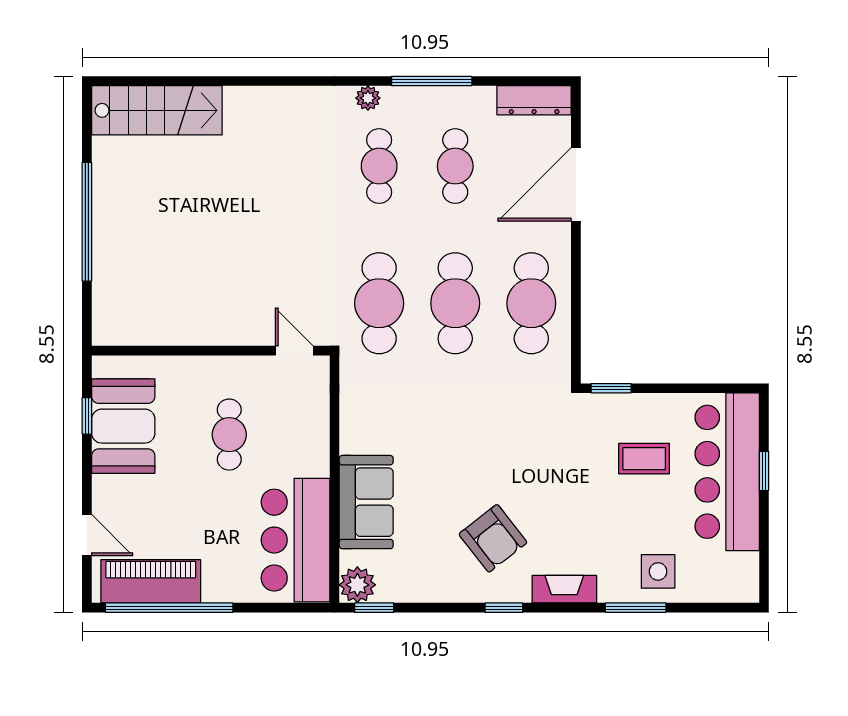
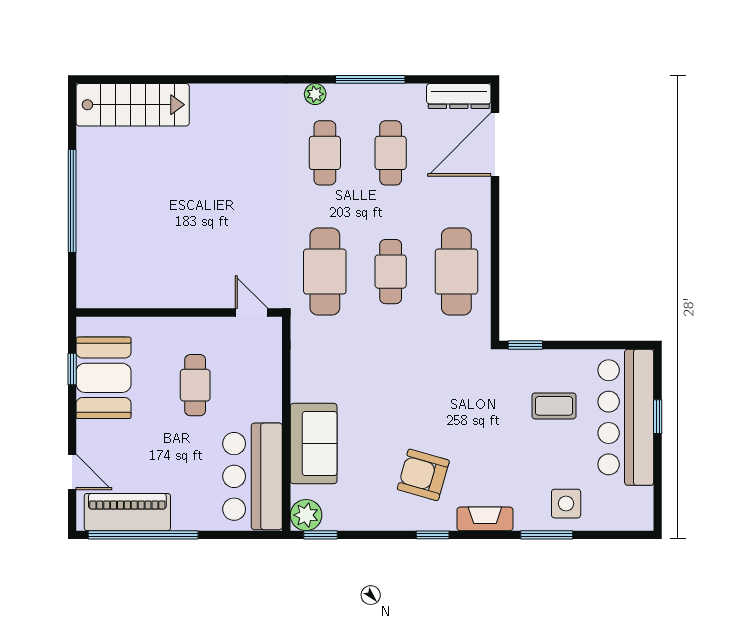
door: (576, 184) -> (495, 144), moved
cafe table: (455, 303) -> (391, 272), width x0.73, depth x0.74
armchair: (493, 538) -> (423, 475), turned 144

